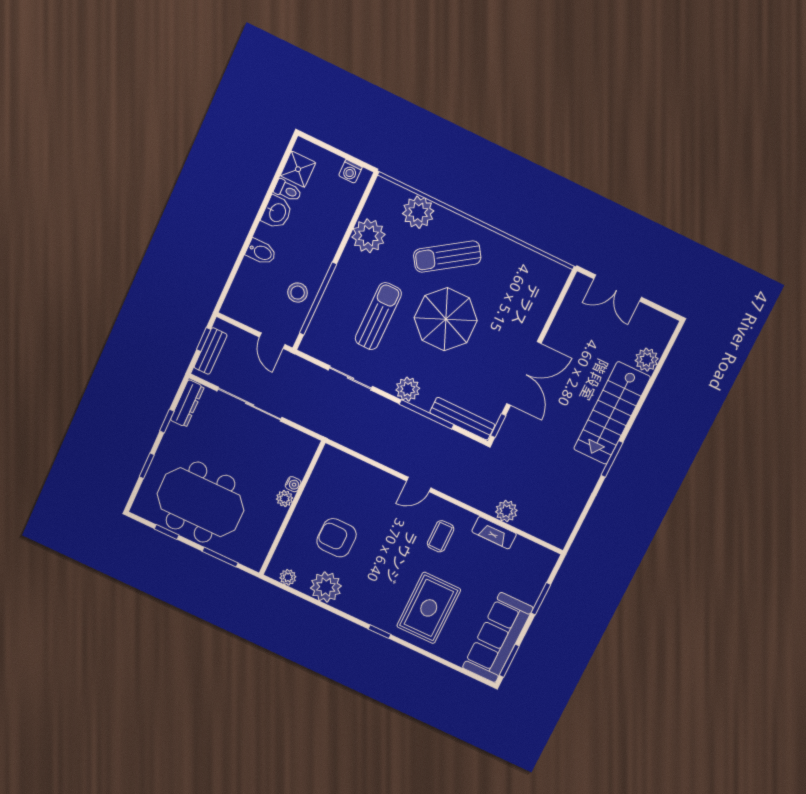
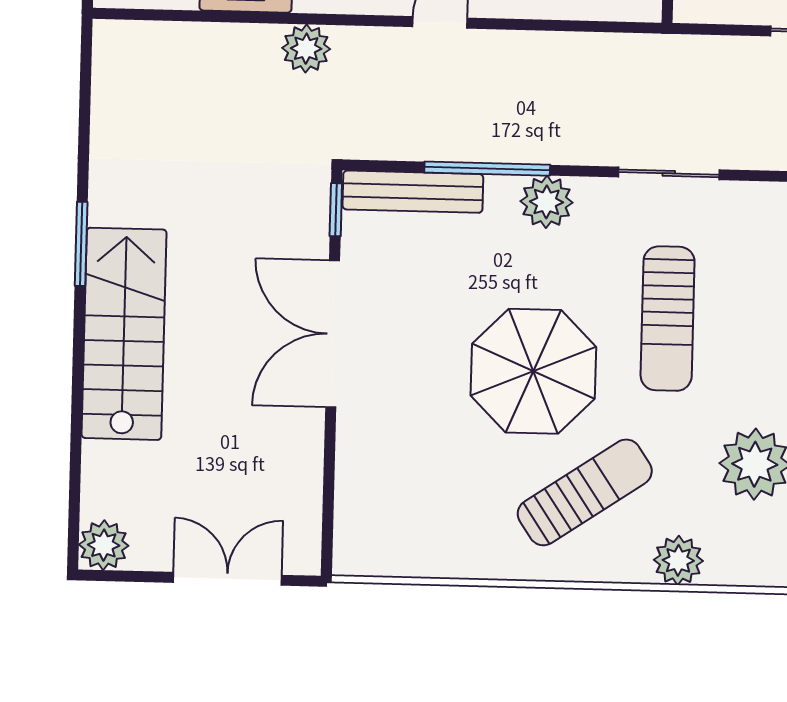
plant: (418, 212) -> (678, 560), width x0.73, depth x0.73
plant: (647, 360) -> (104, 545), moved
plant: (506, 511) -> (306, 49), moved

